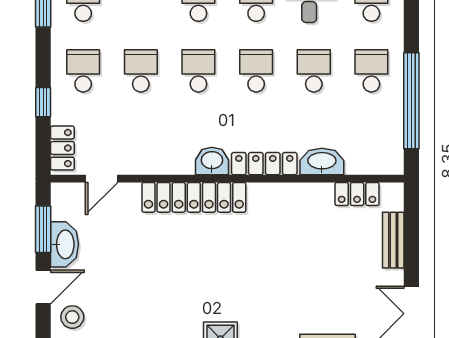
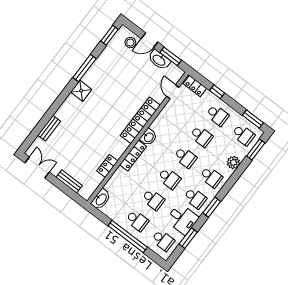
window: (411, 101) -> (128, 237), moved
washbasin: (322, 162) -> (101, 199), moved
locker: (357, 194) -> (107, 166), moved
door: (43, 287) -> (149, 40), hinge flipped

